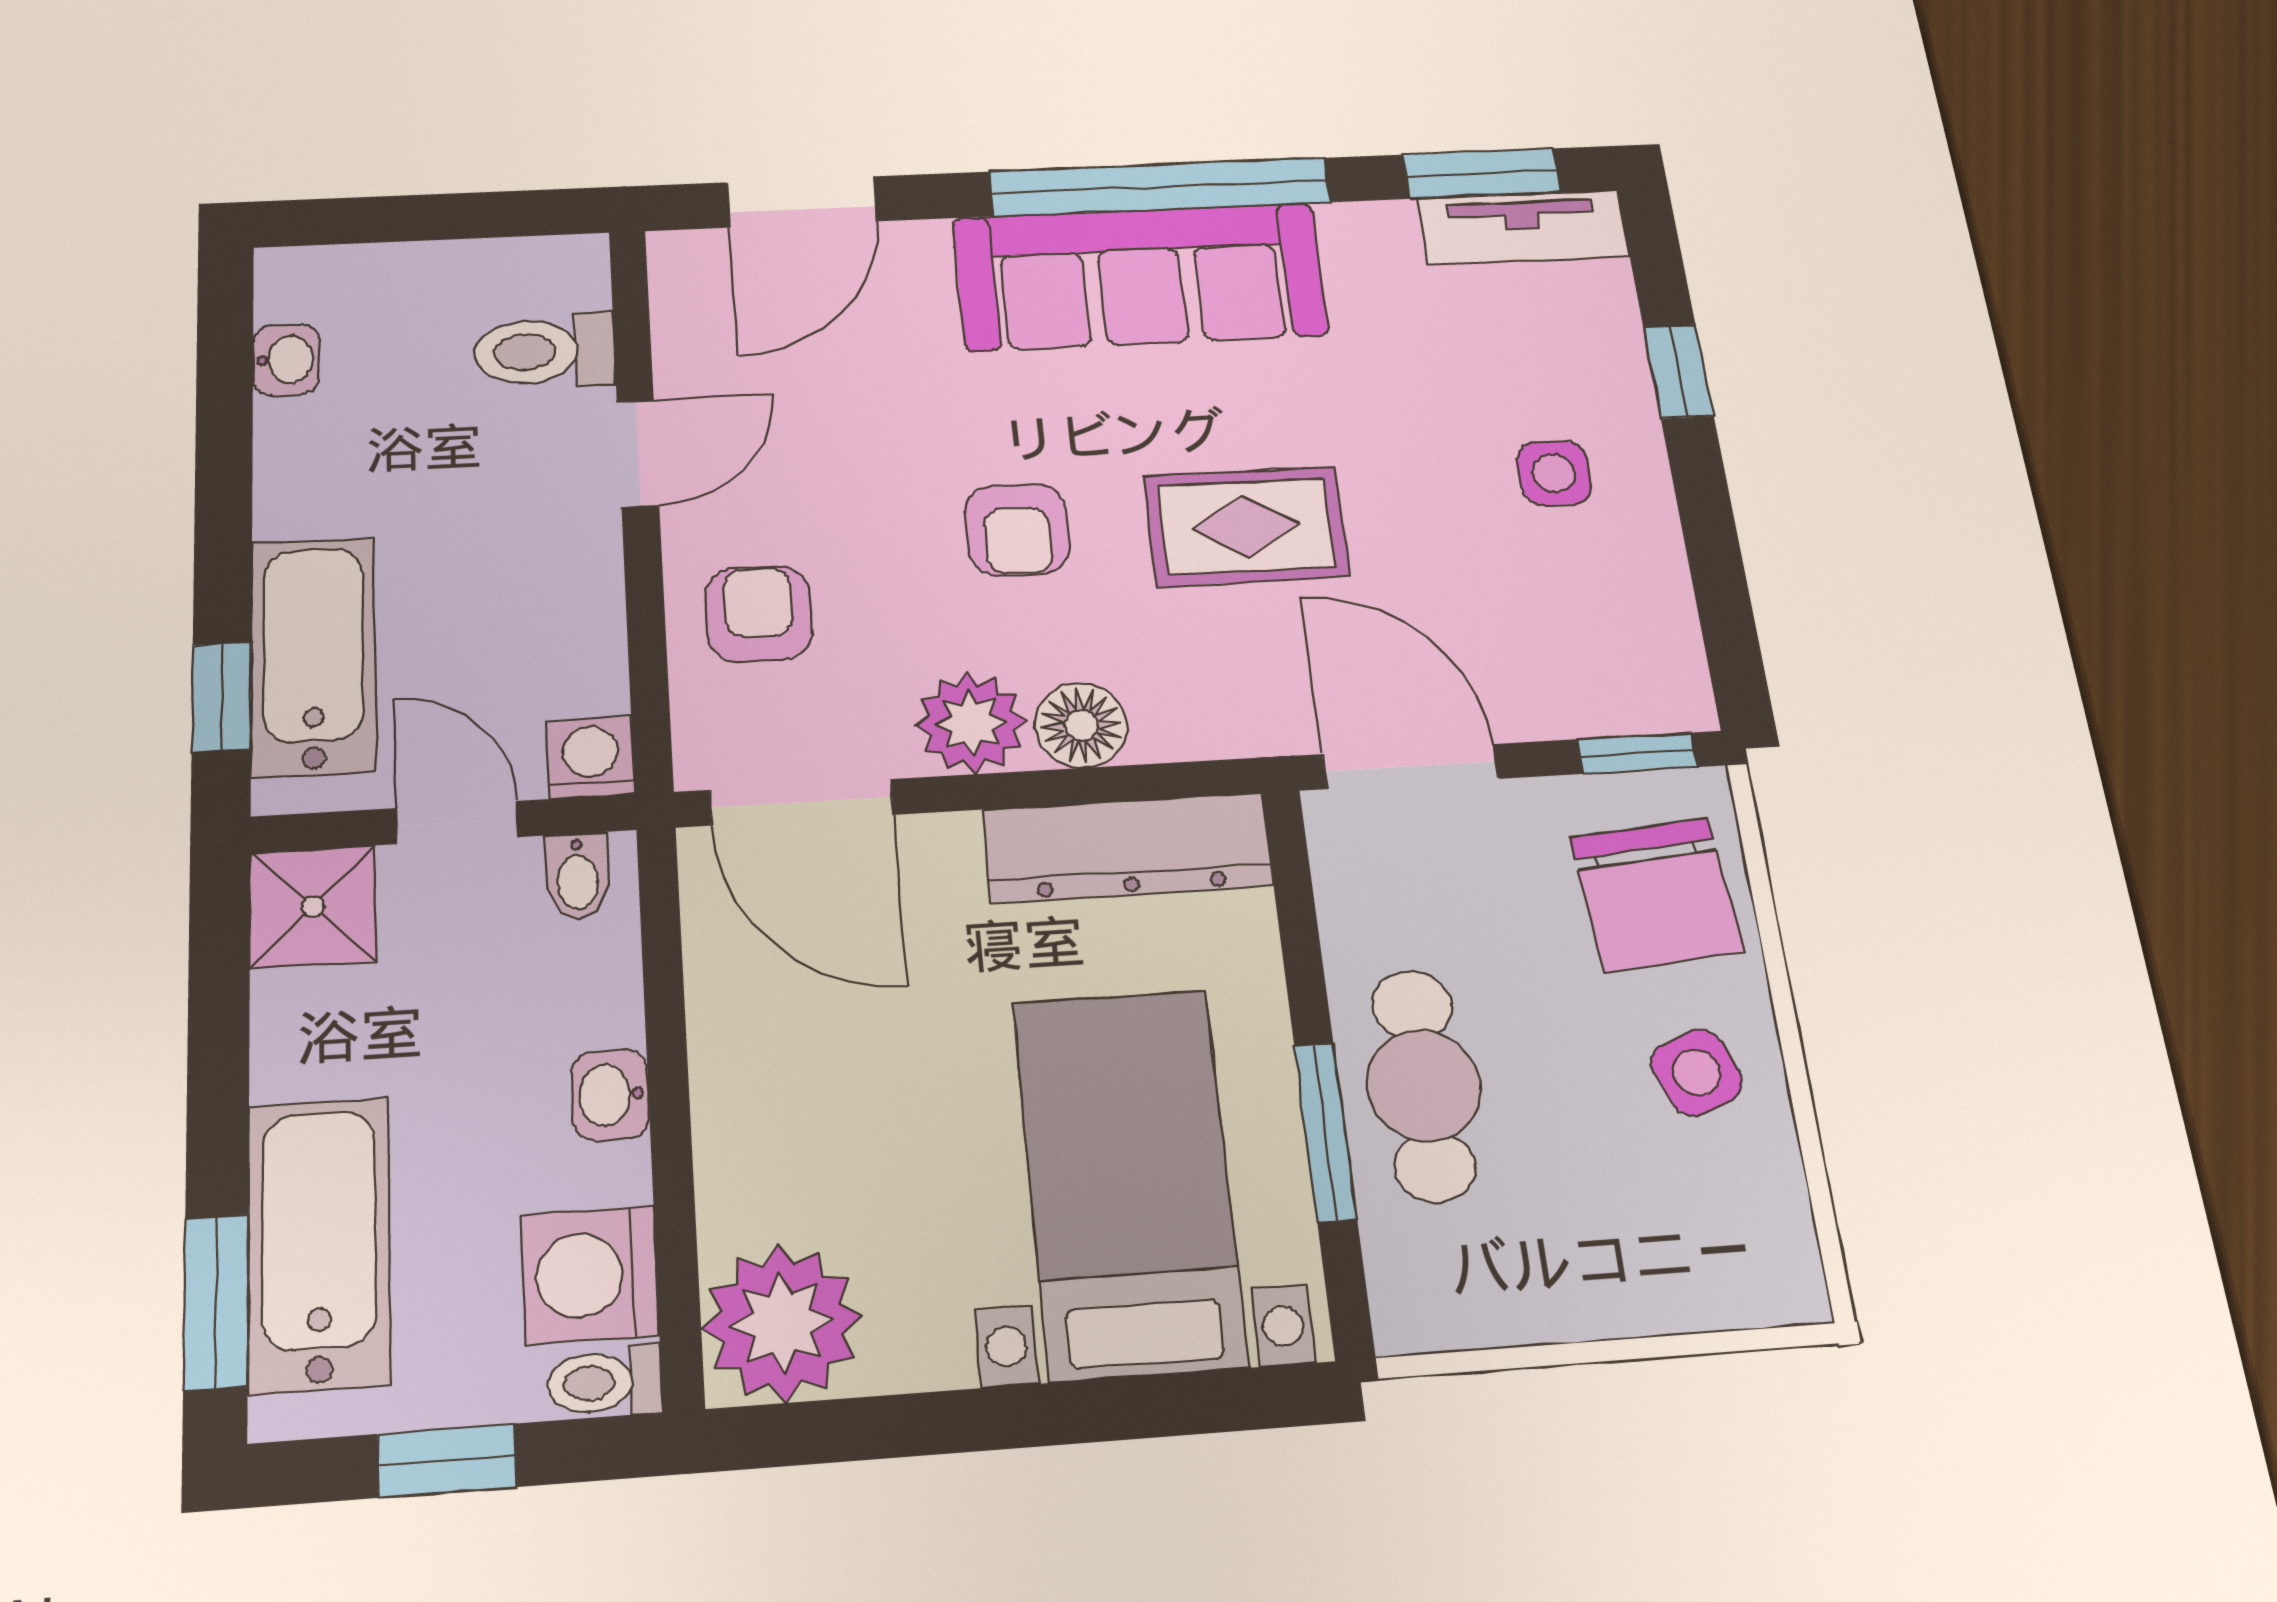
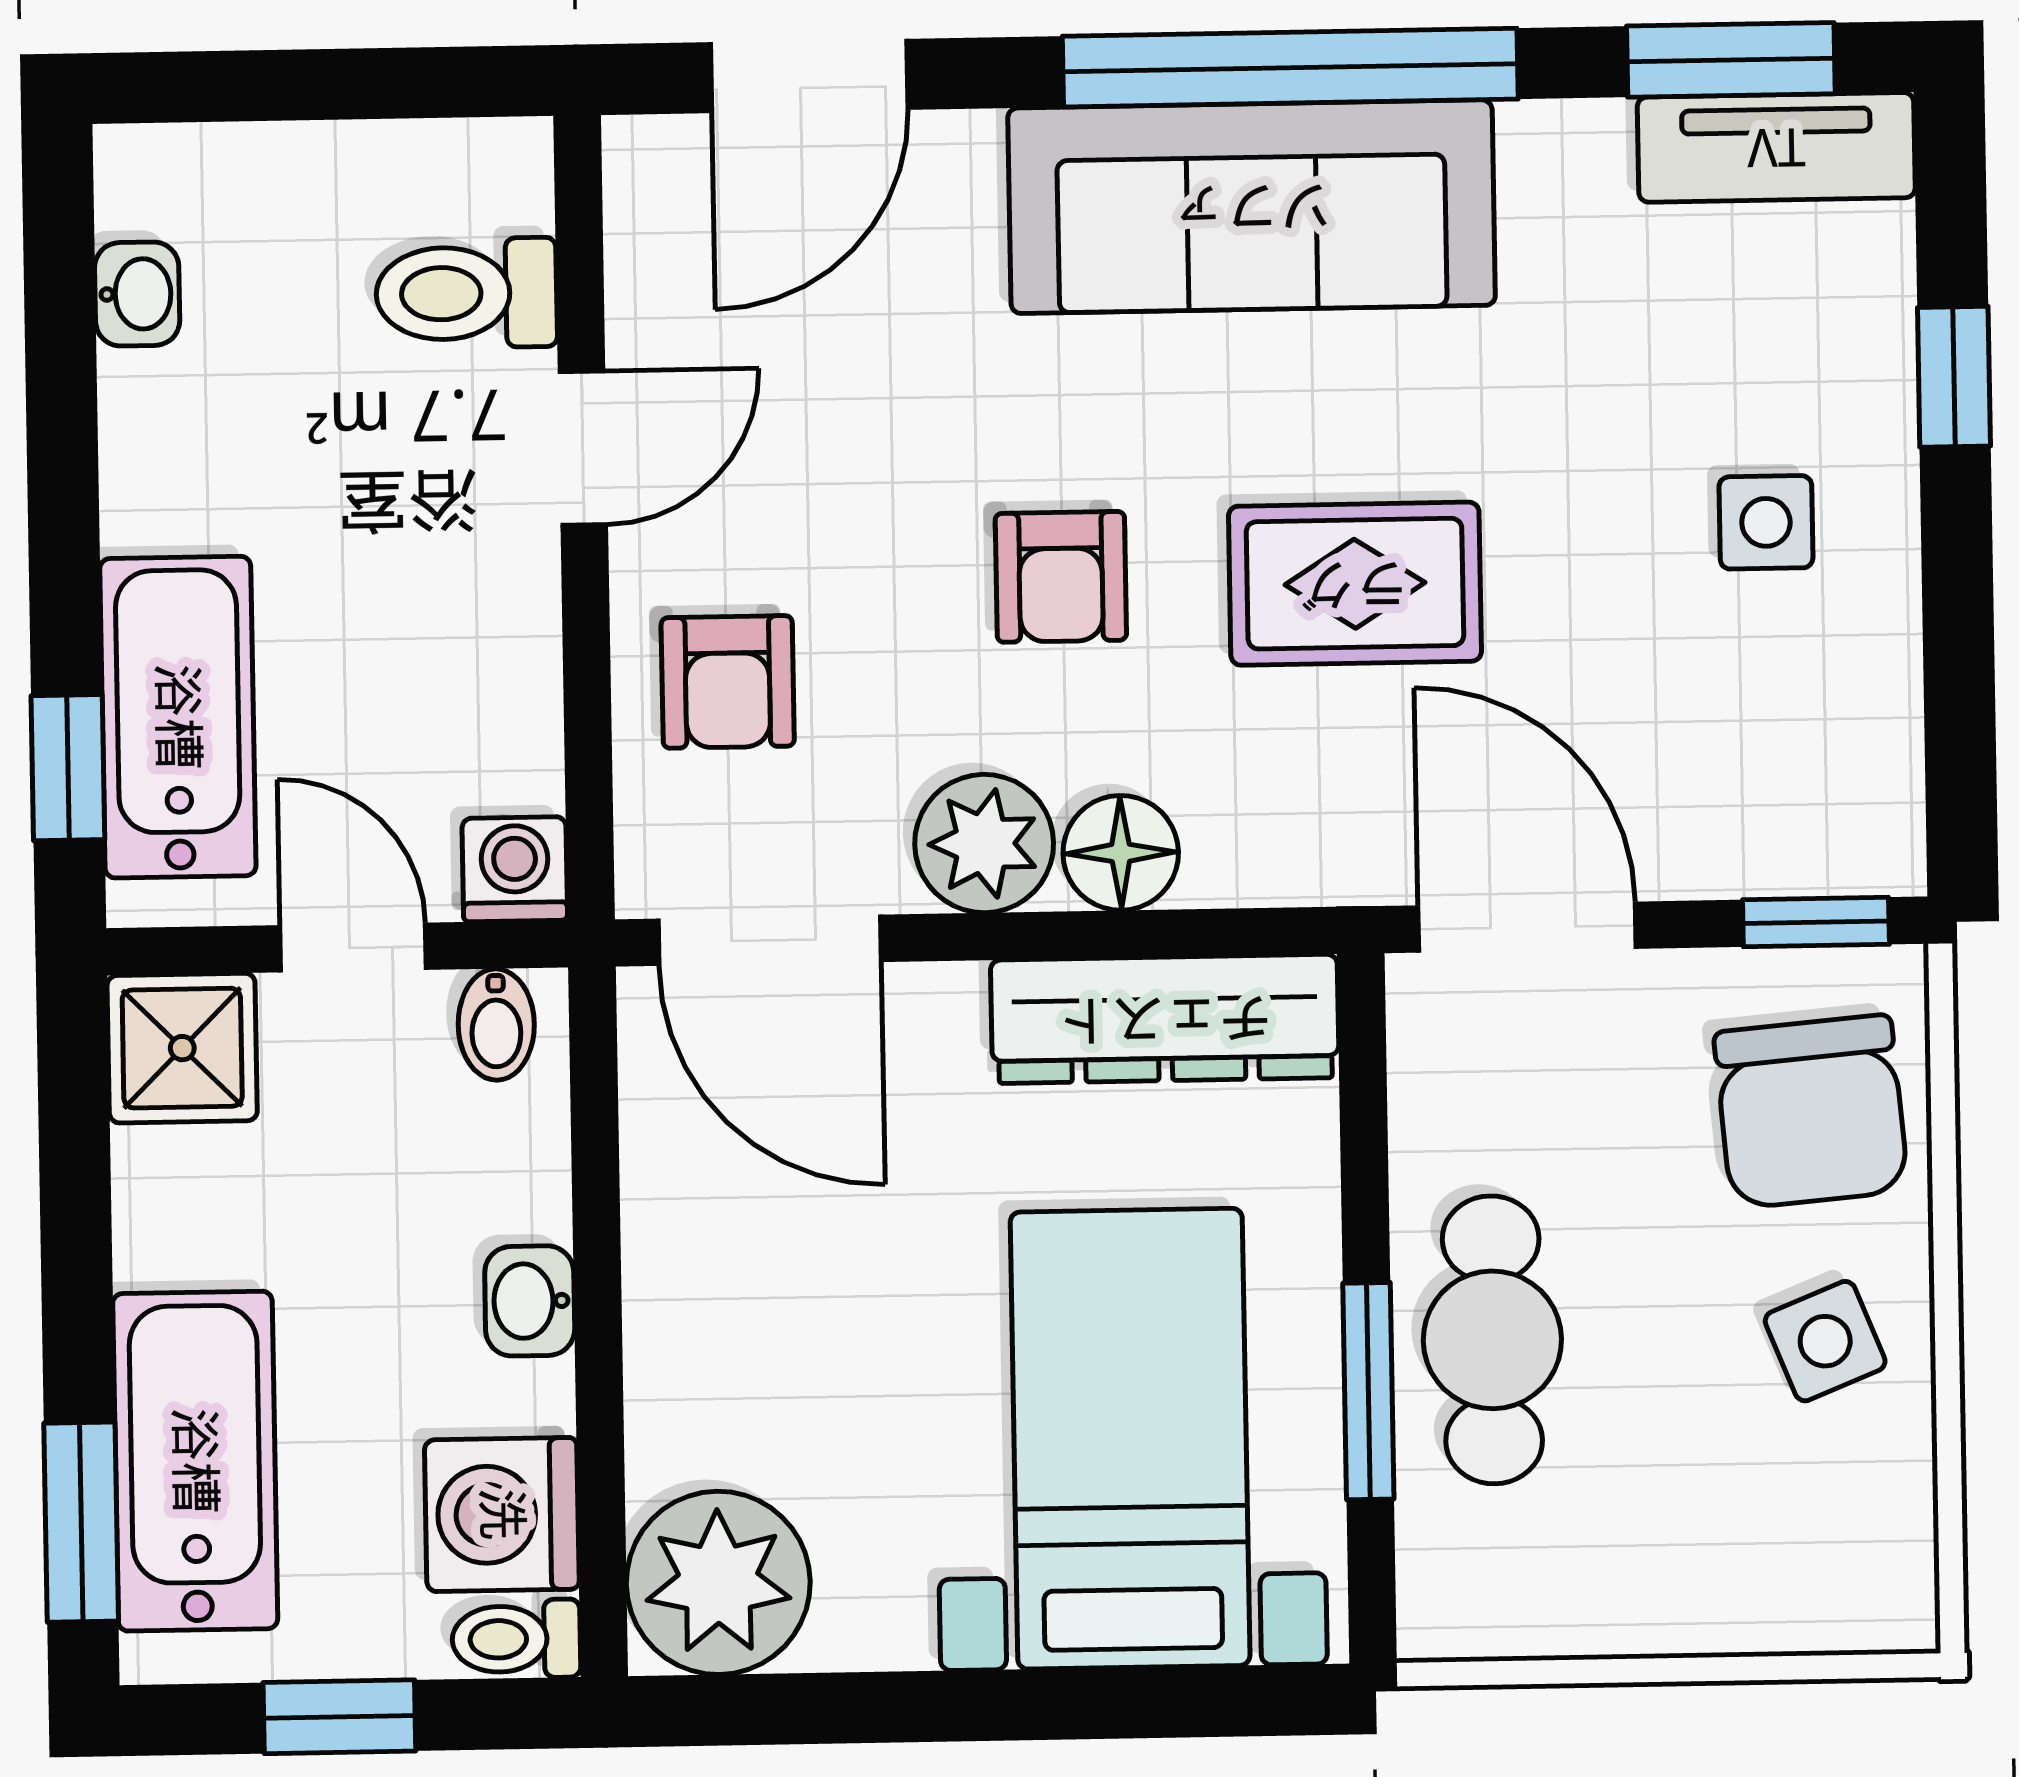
armchair: (759, 614) -> (728, 682), turned 180

